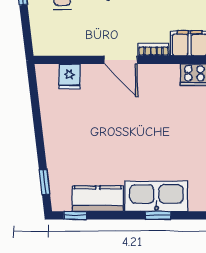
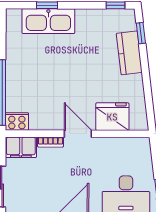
fridge: (69, 76) -> (112, 117), width x1.88, depth x1.34
kitchen counter: (98, 199) -> (129, 53), moved, turned 83

